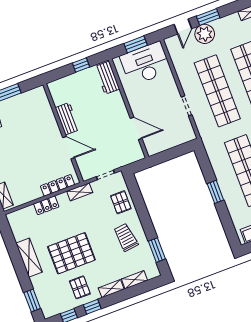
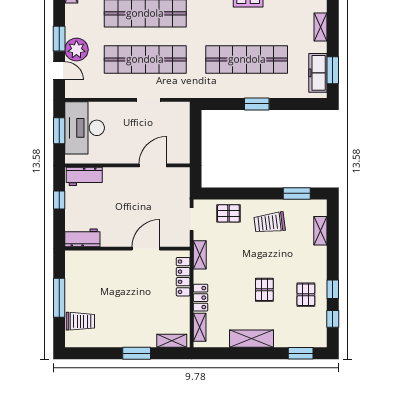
workbench: (67, 119) -> (82, 238), moved
pallet: (71, 253) -> (264, 290), width x0.49, depth x0.50
pallet: (80, 287) -> (306, 295), turned 90
shelving: (111, 289) -> (200, 327), moved

